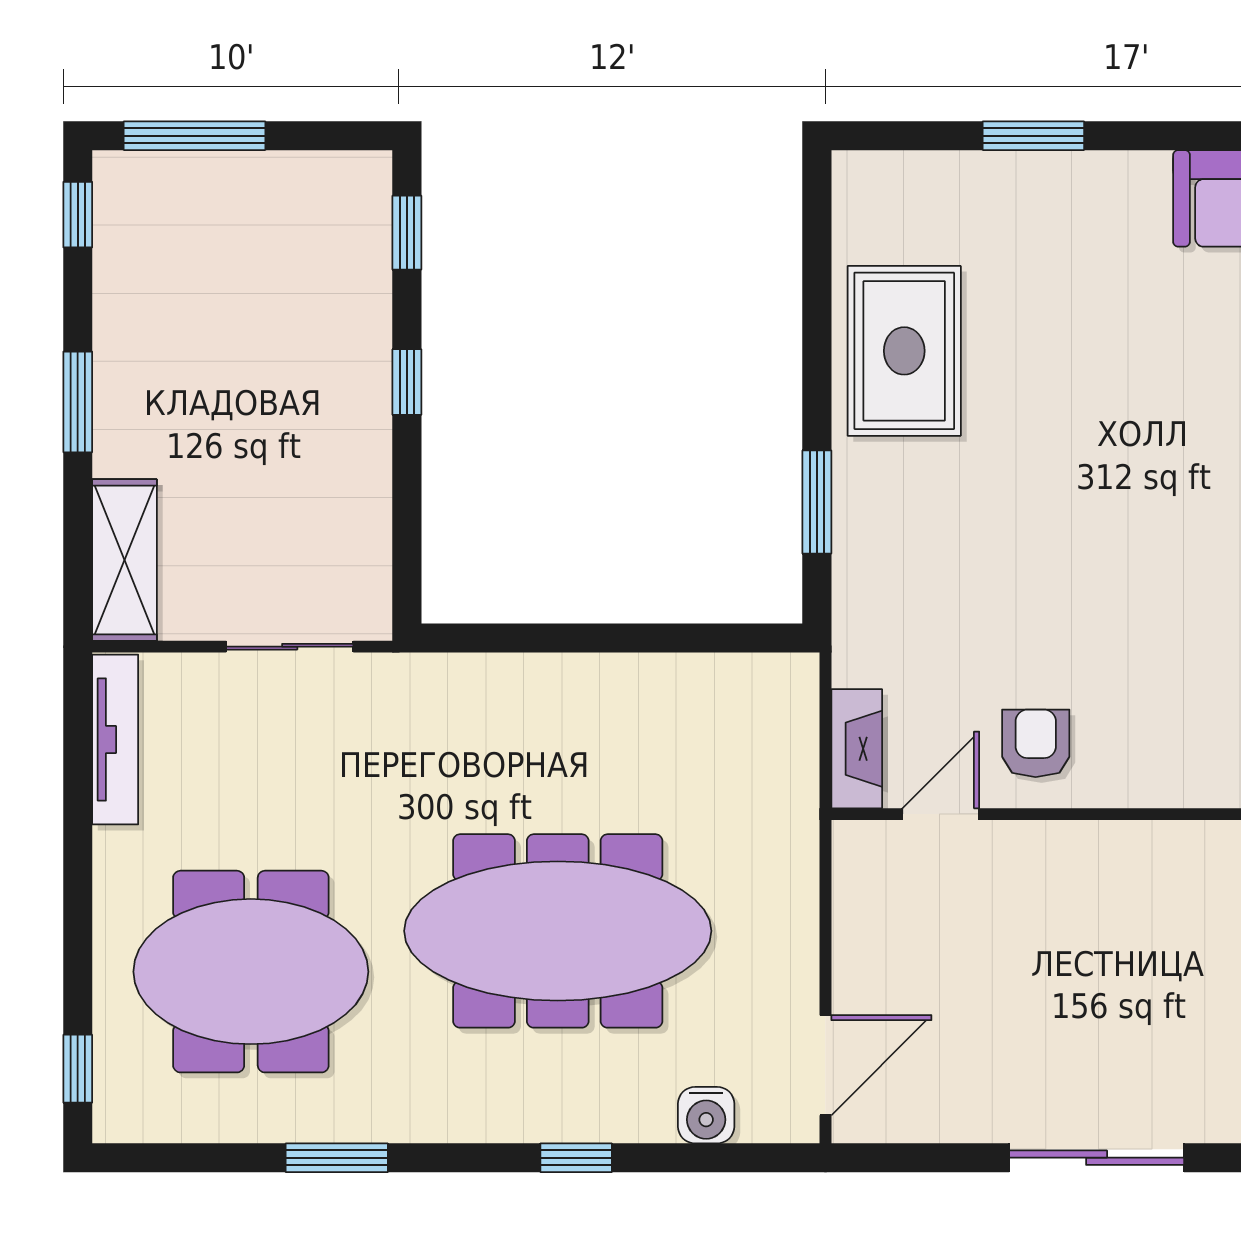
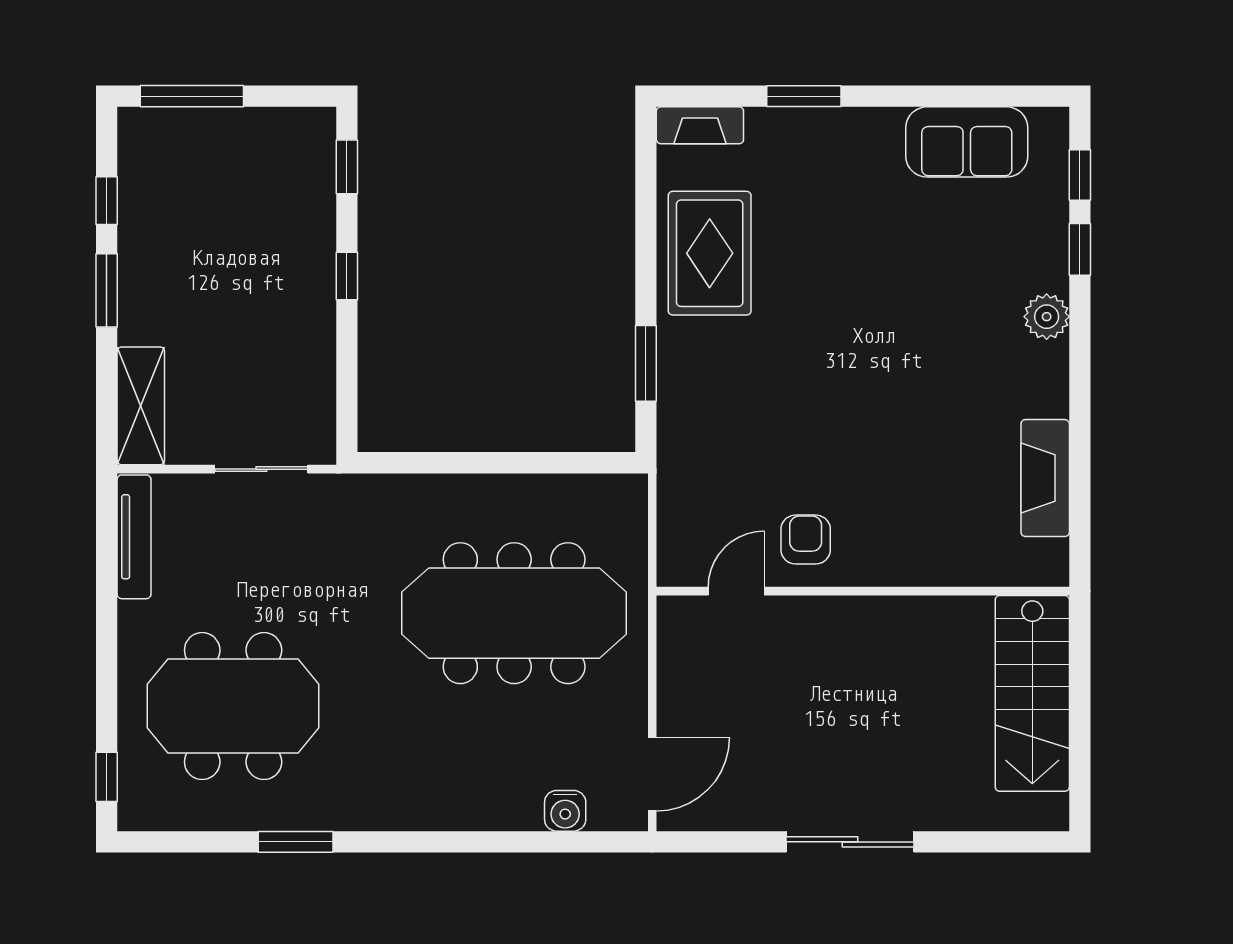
window: (78, 215) -> (107, 201), moved
fireplace: (857, 749) -> (700, 125), moved, turned 90
meeting table: (558, 931) -> (514, 613), moved
window: (576, 1158) -> (470, 842), removed

